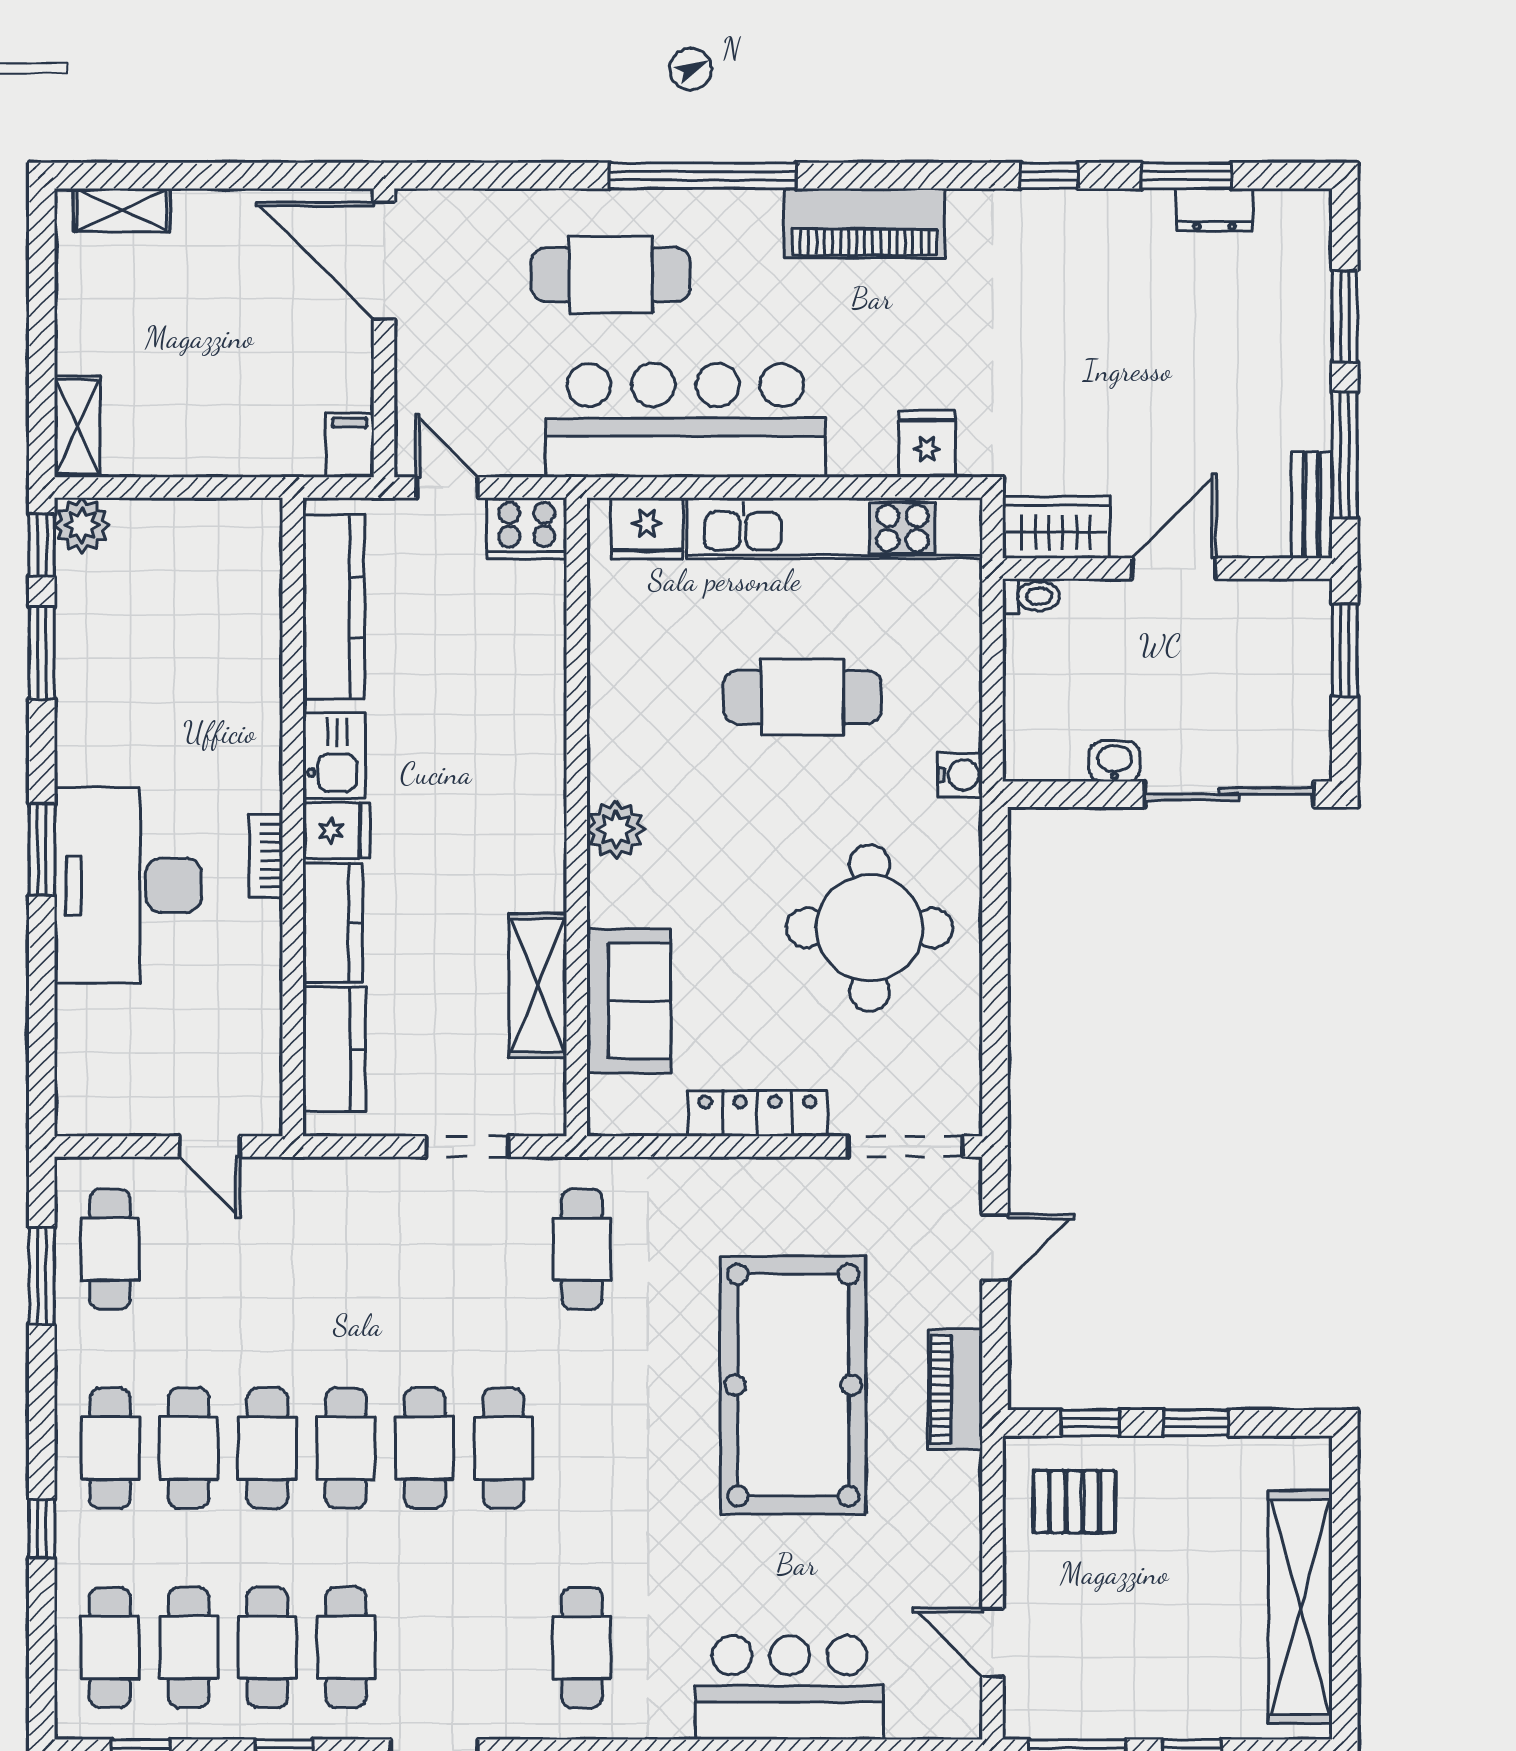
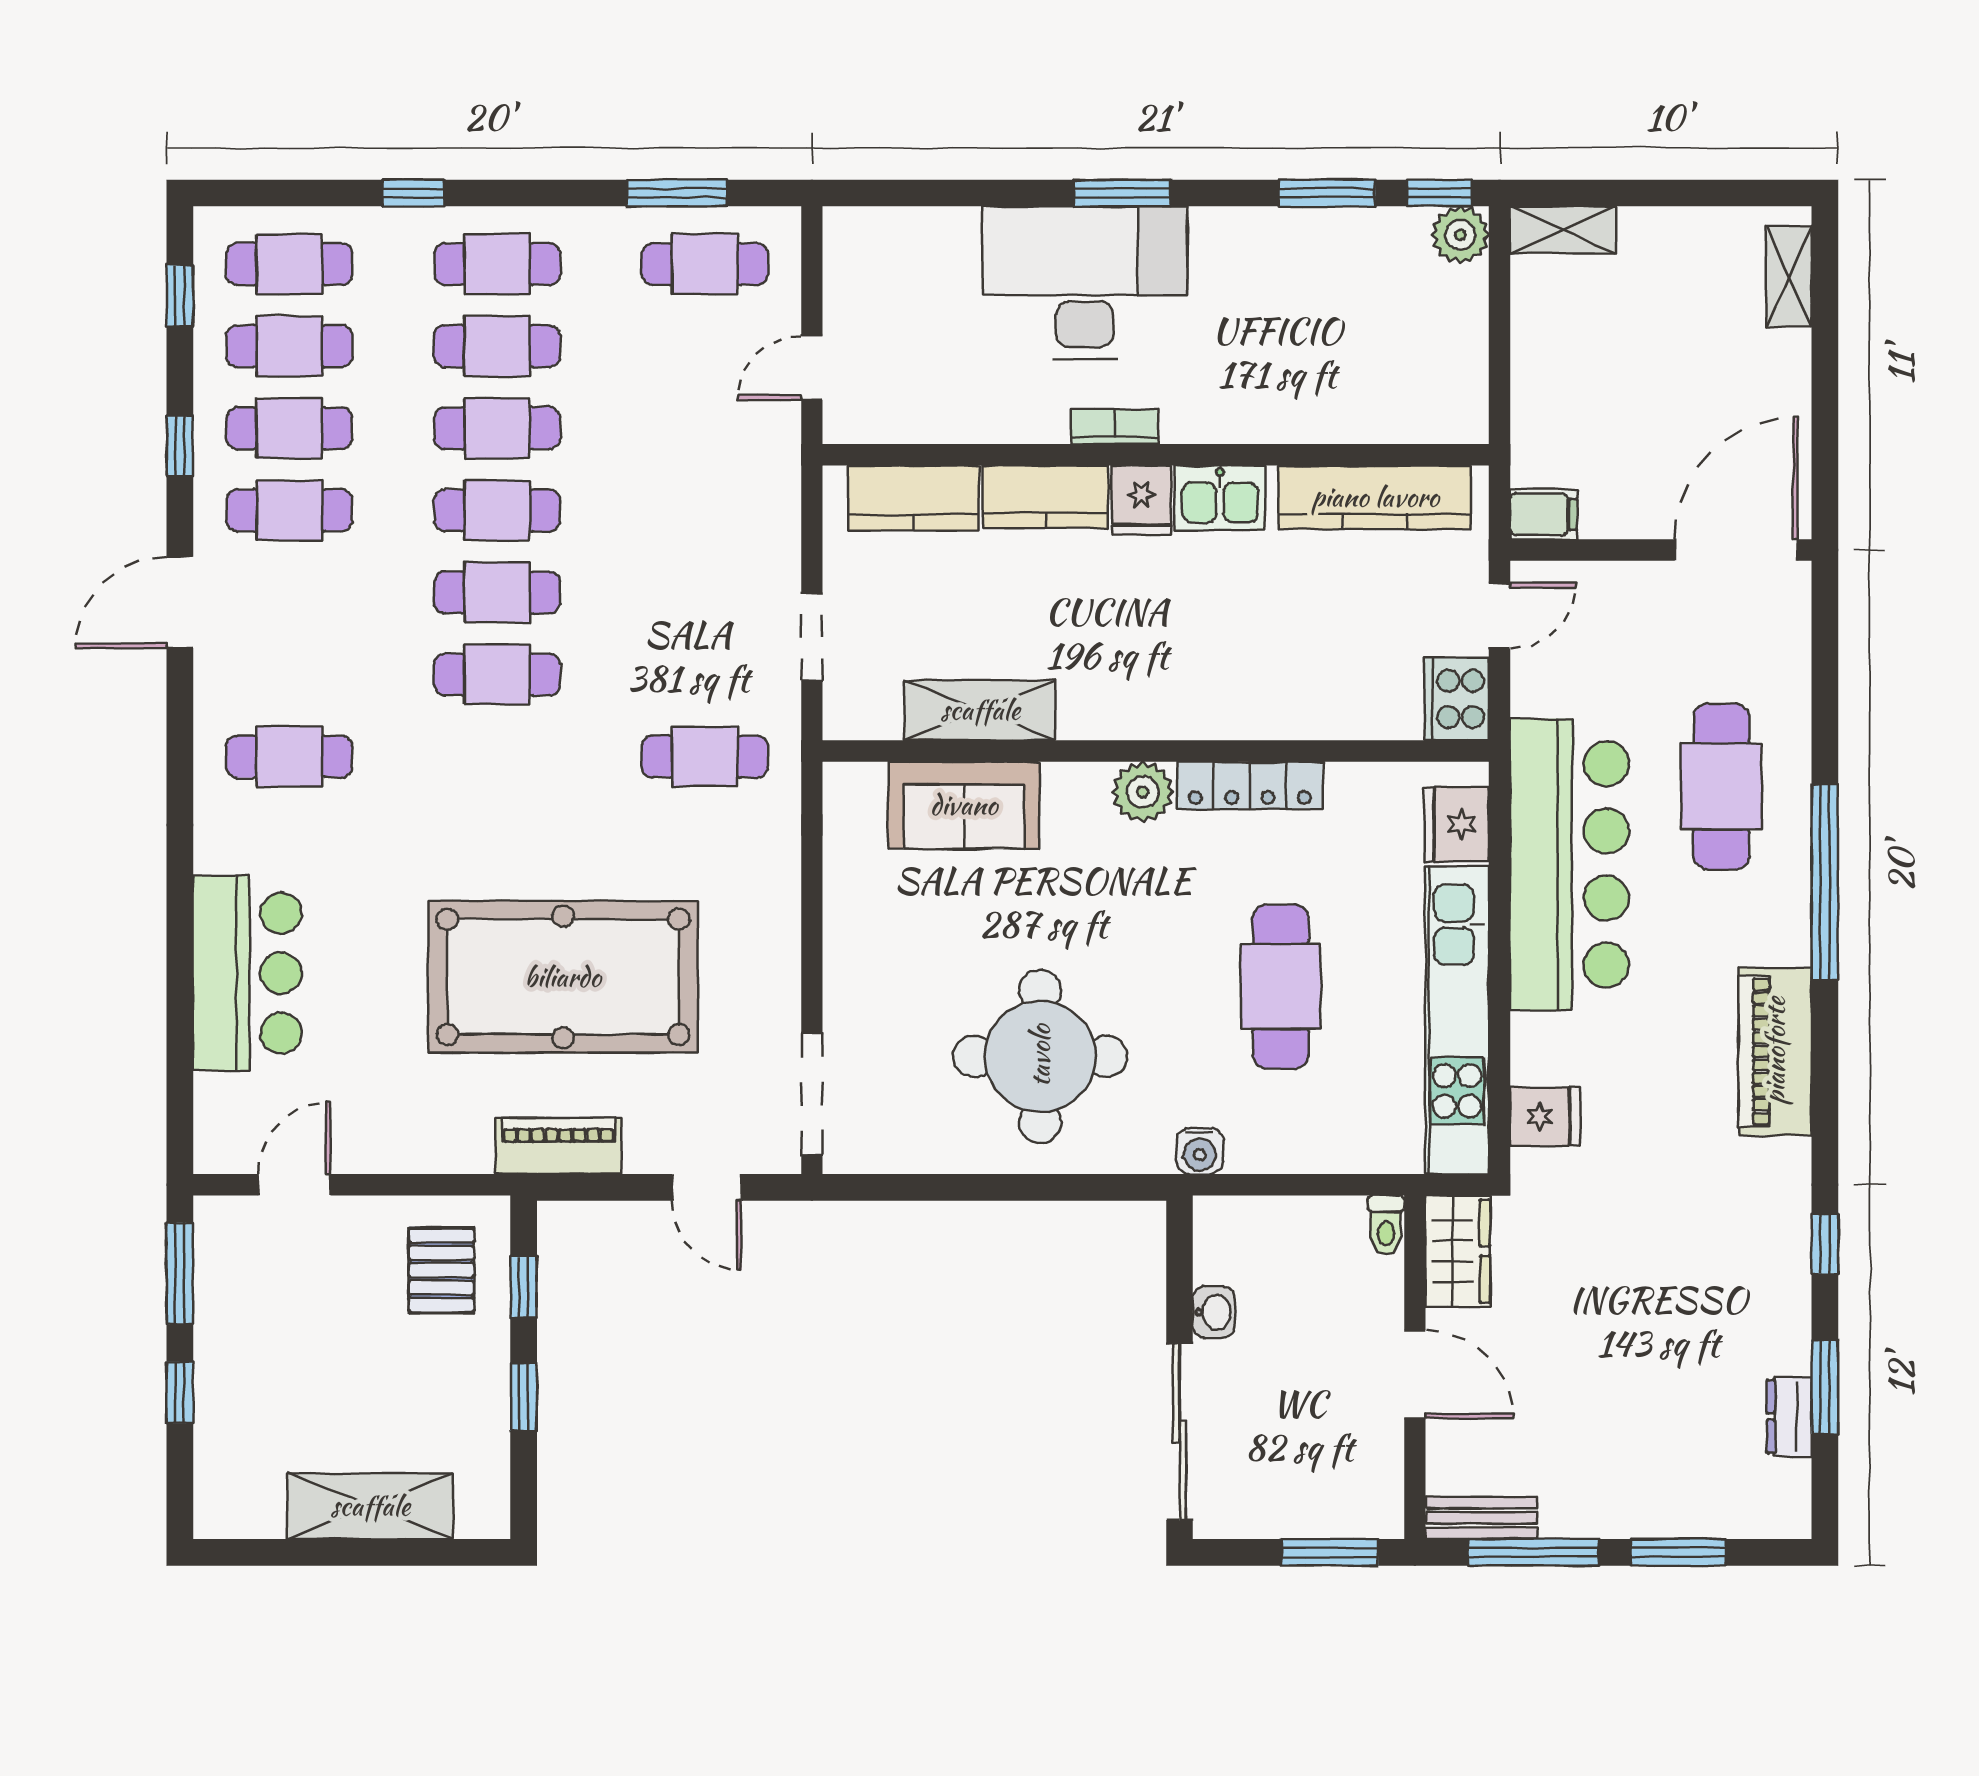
locker: (757, 1113) -> (1250, 786), moved, turned 90
shelving: (1300, 1607) -> (370, 1506), width x0.68

